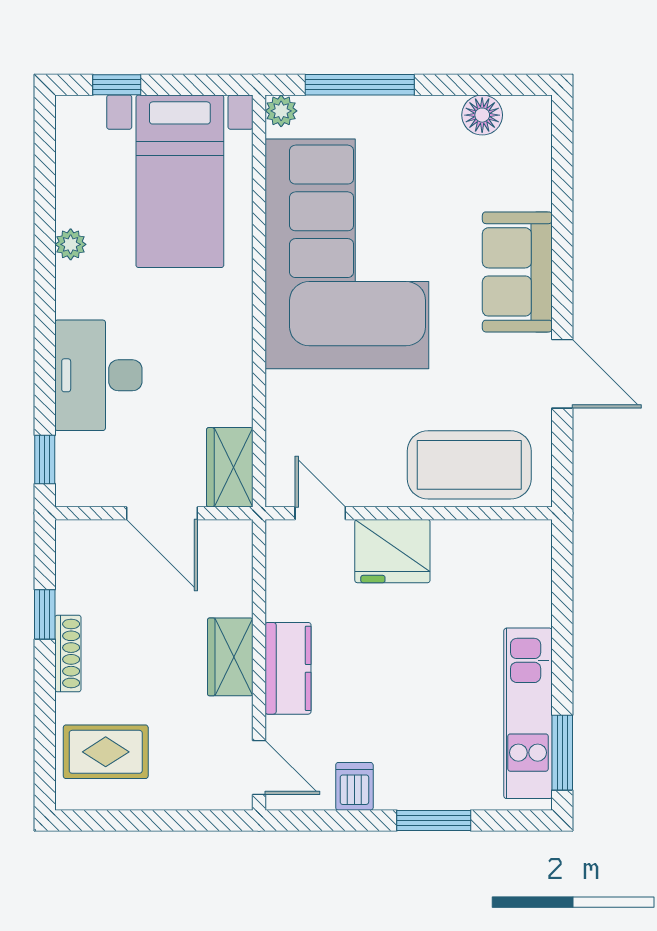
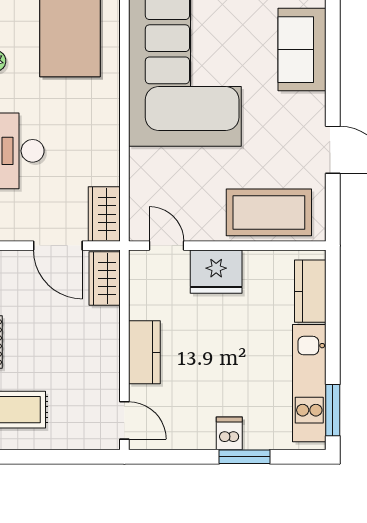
sofa: (517, 272) -> (302, 50), moved
kitchen counter: (529, 579) -> (310, 291), added
wardrobe: (230, 657) -> (105, 279), moved
dishwasher: (354, 786) -> (229, 433), moved

